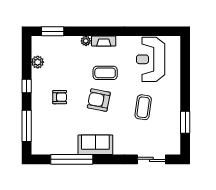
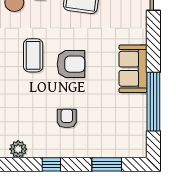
armchair: (99, 100) -> (71, 64), turned -101
window: (27, 126) -> (107, 164), width x0.69

